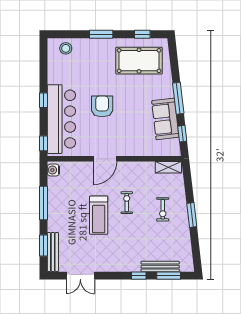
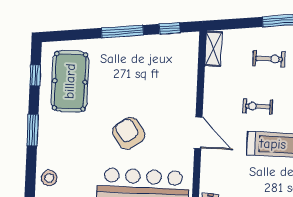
armchair: (102, 106) -> (129, 133), turned 54
sofa: (165, 119) -> (149, 50), removed

